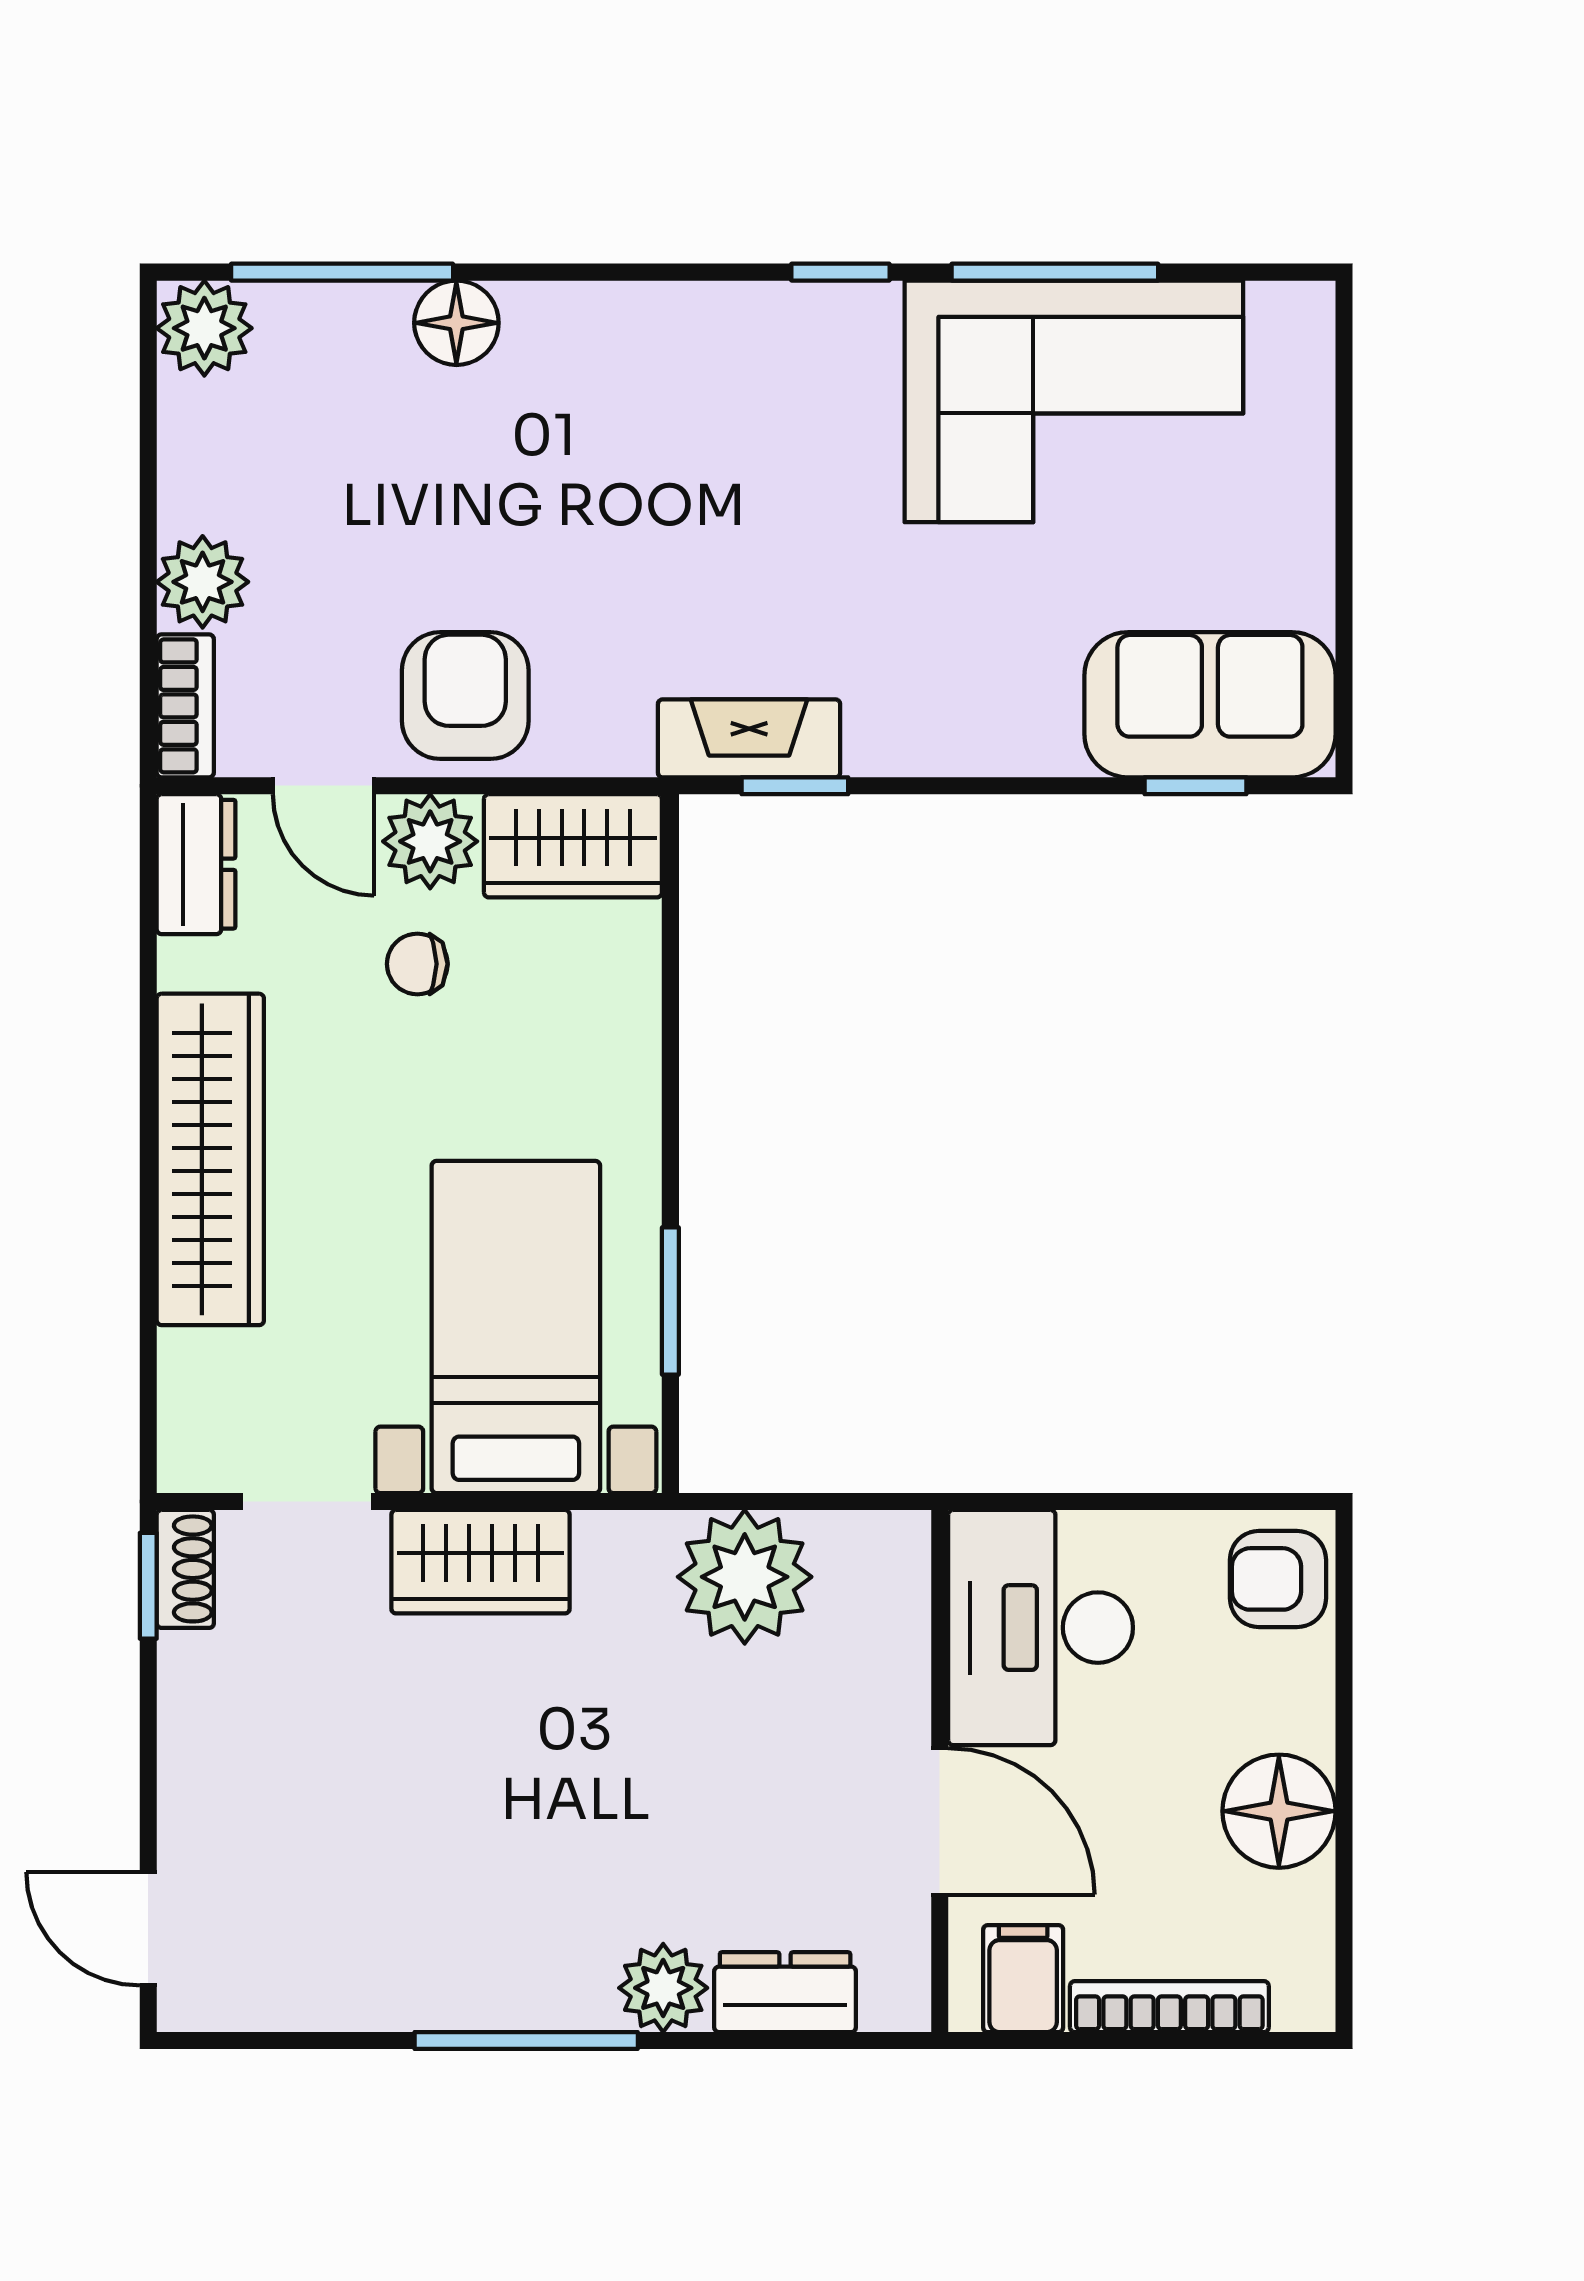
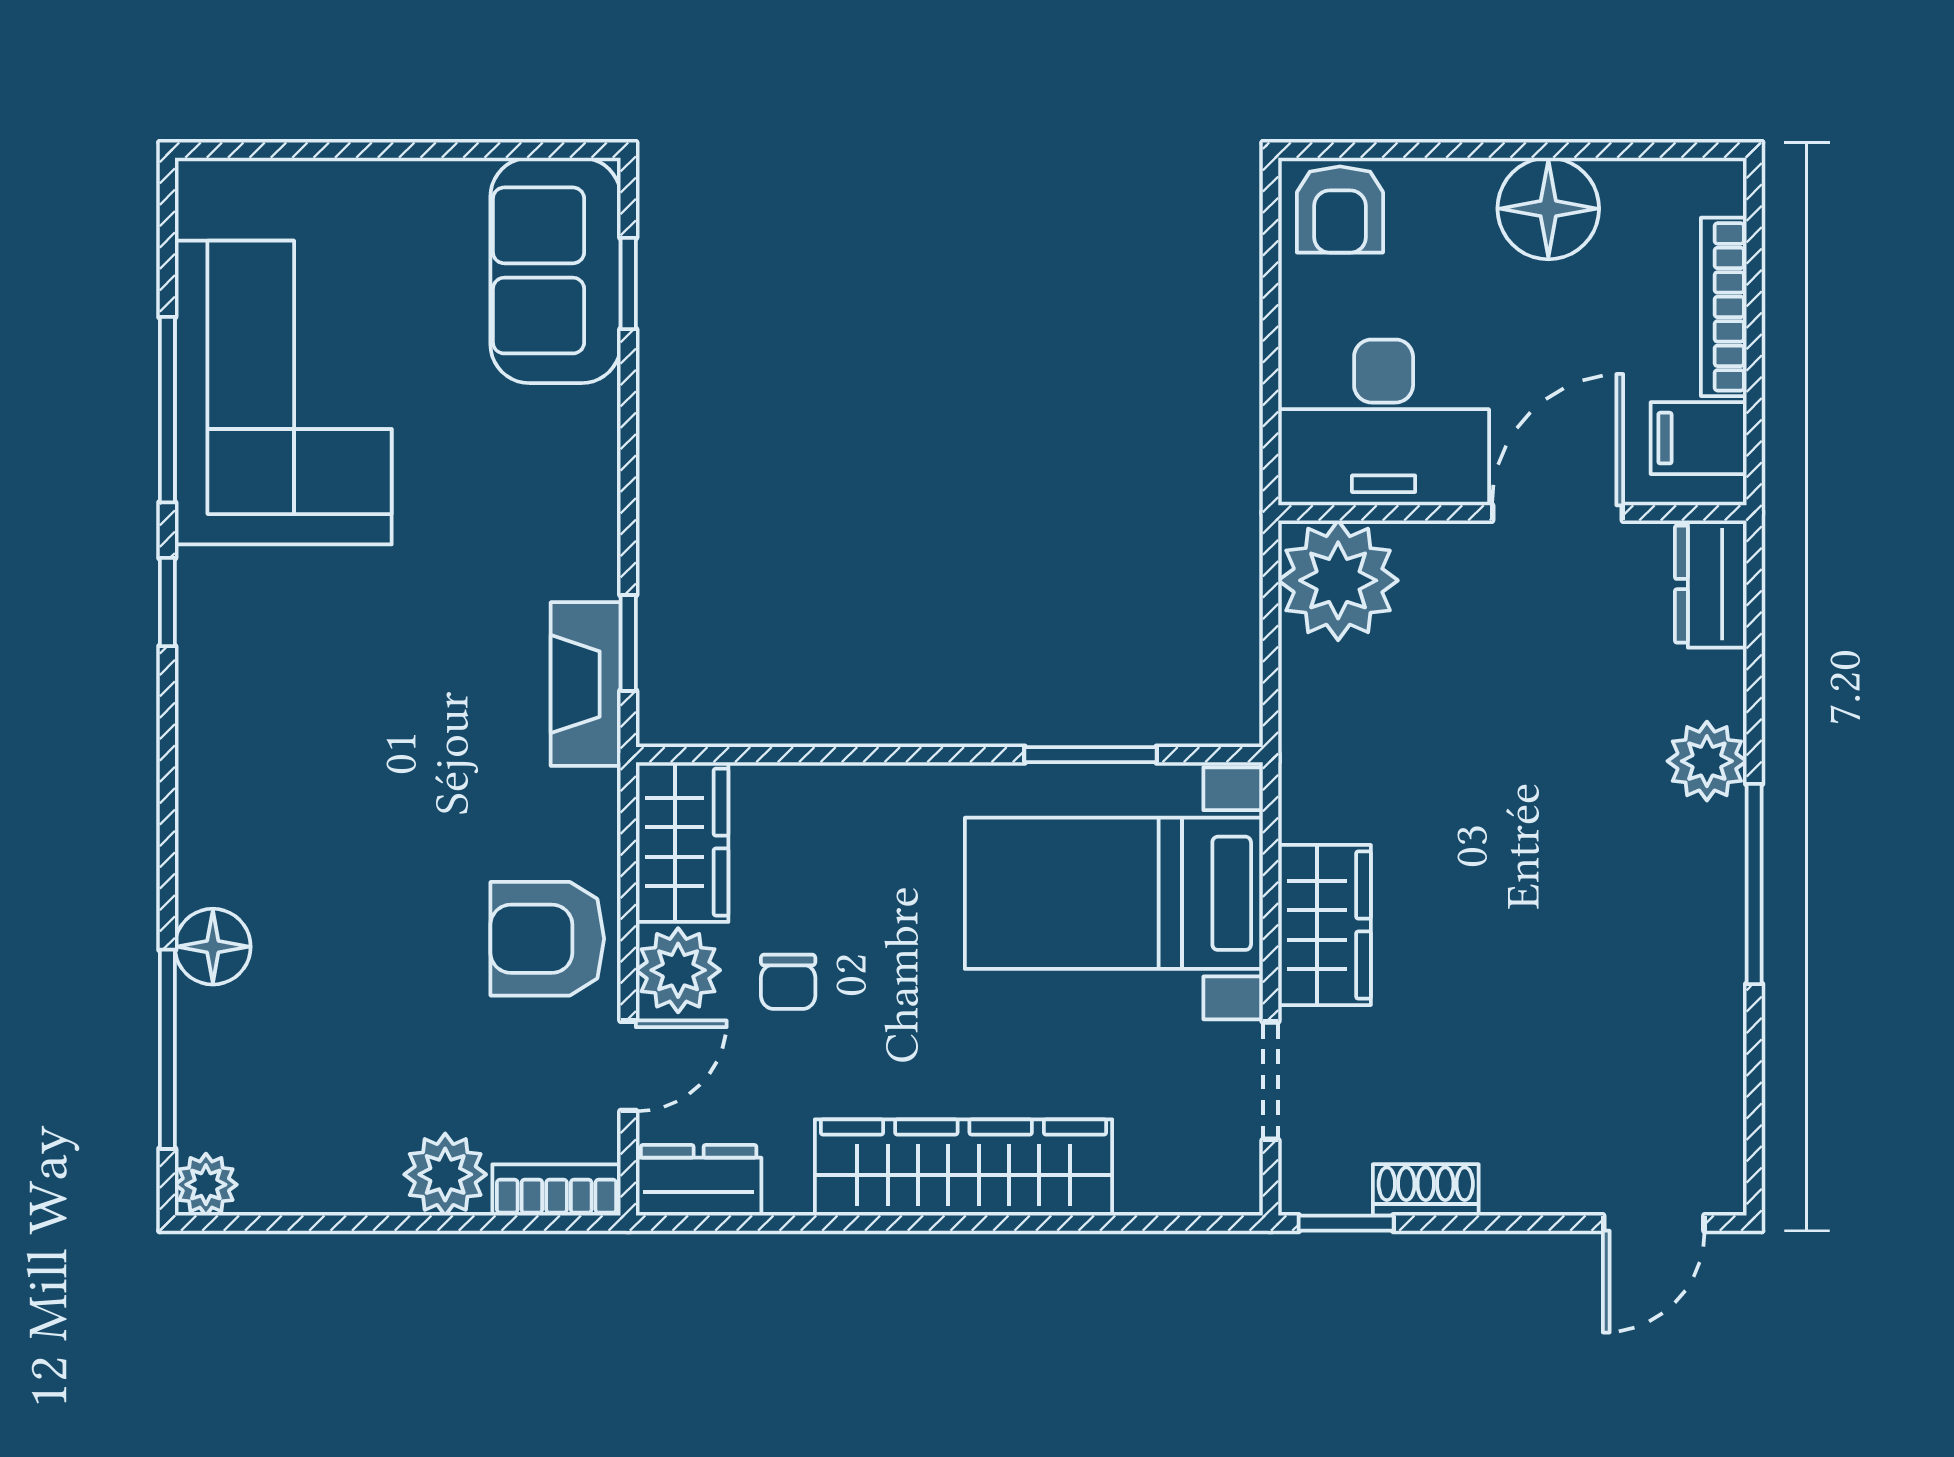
plant: (204, 328) -> (206, 1185), width x0.73, depth x0.73
shoe rack: (185, 1569) -> (1426, 1190), moved
plant: (745, 1577) -> (1338, 580), moved
dresser: (785, 1992) -> (1711, 584), moved

